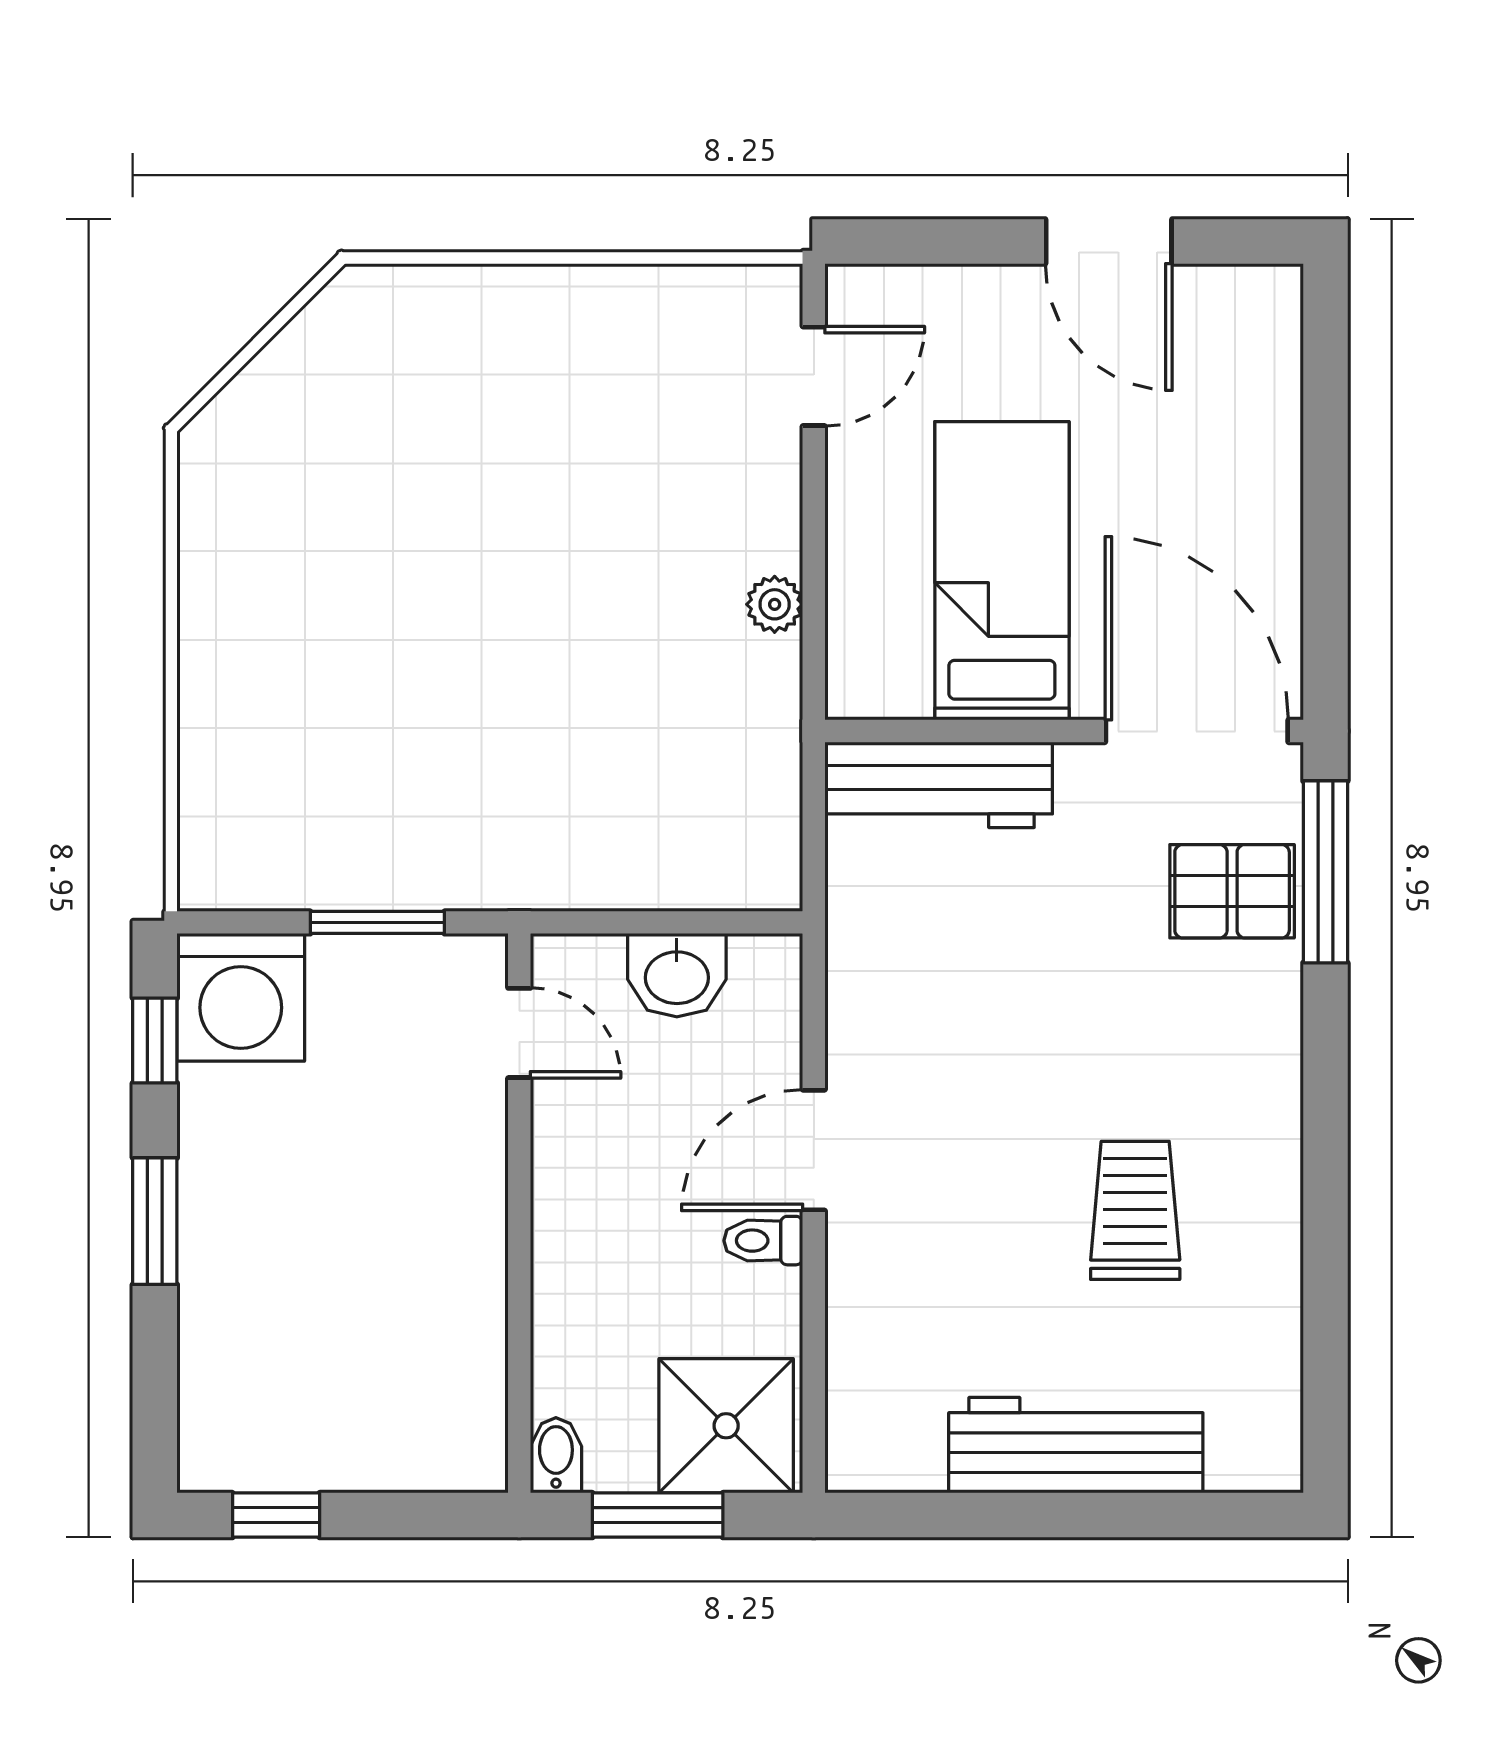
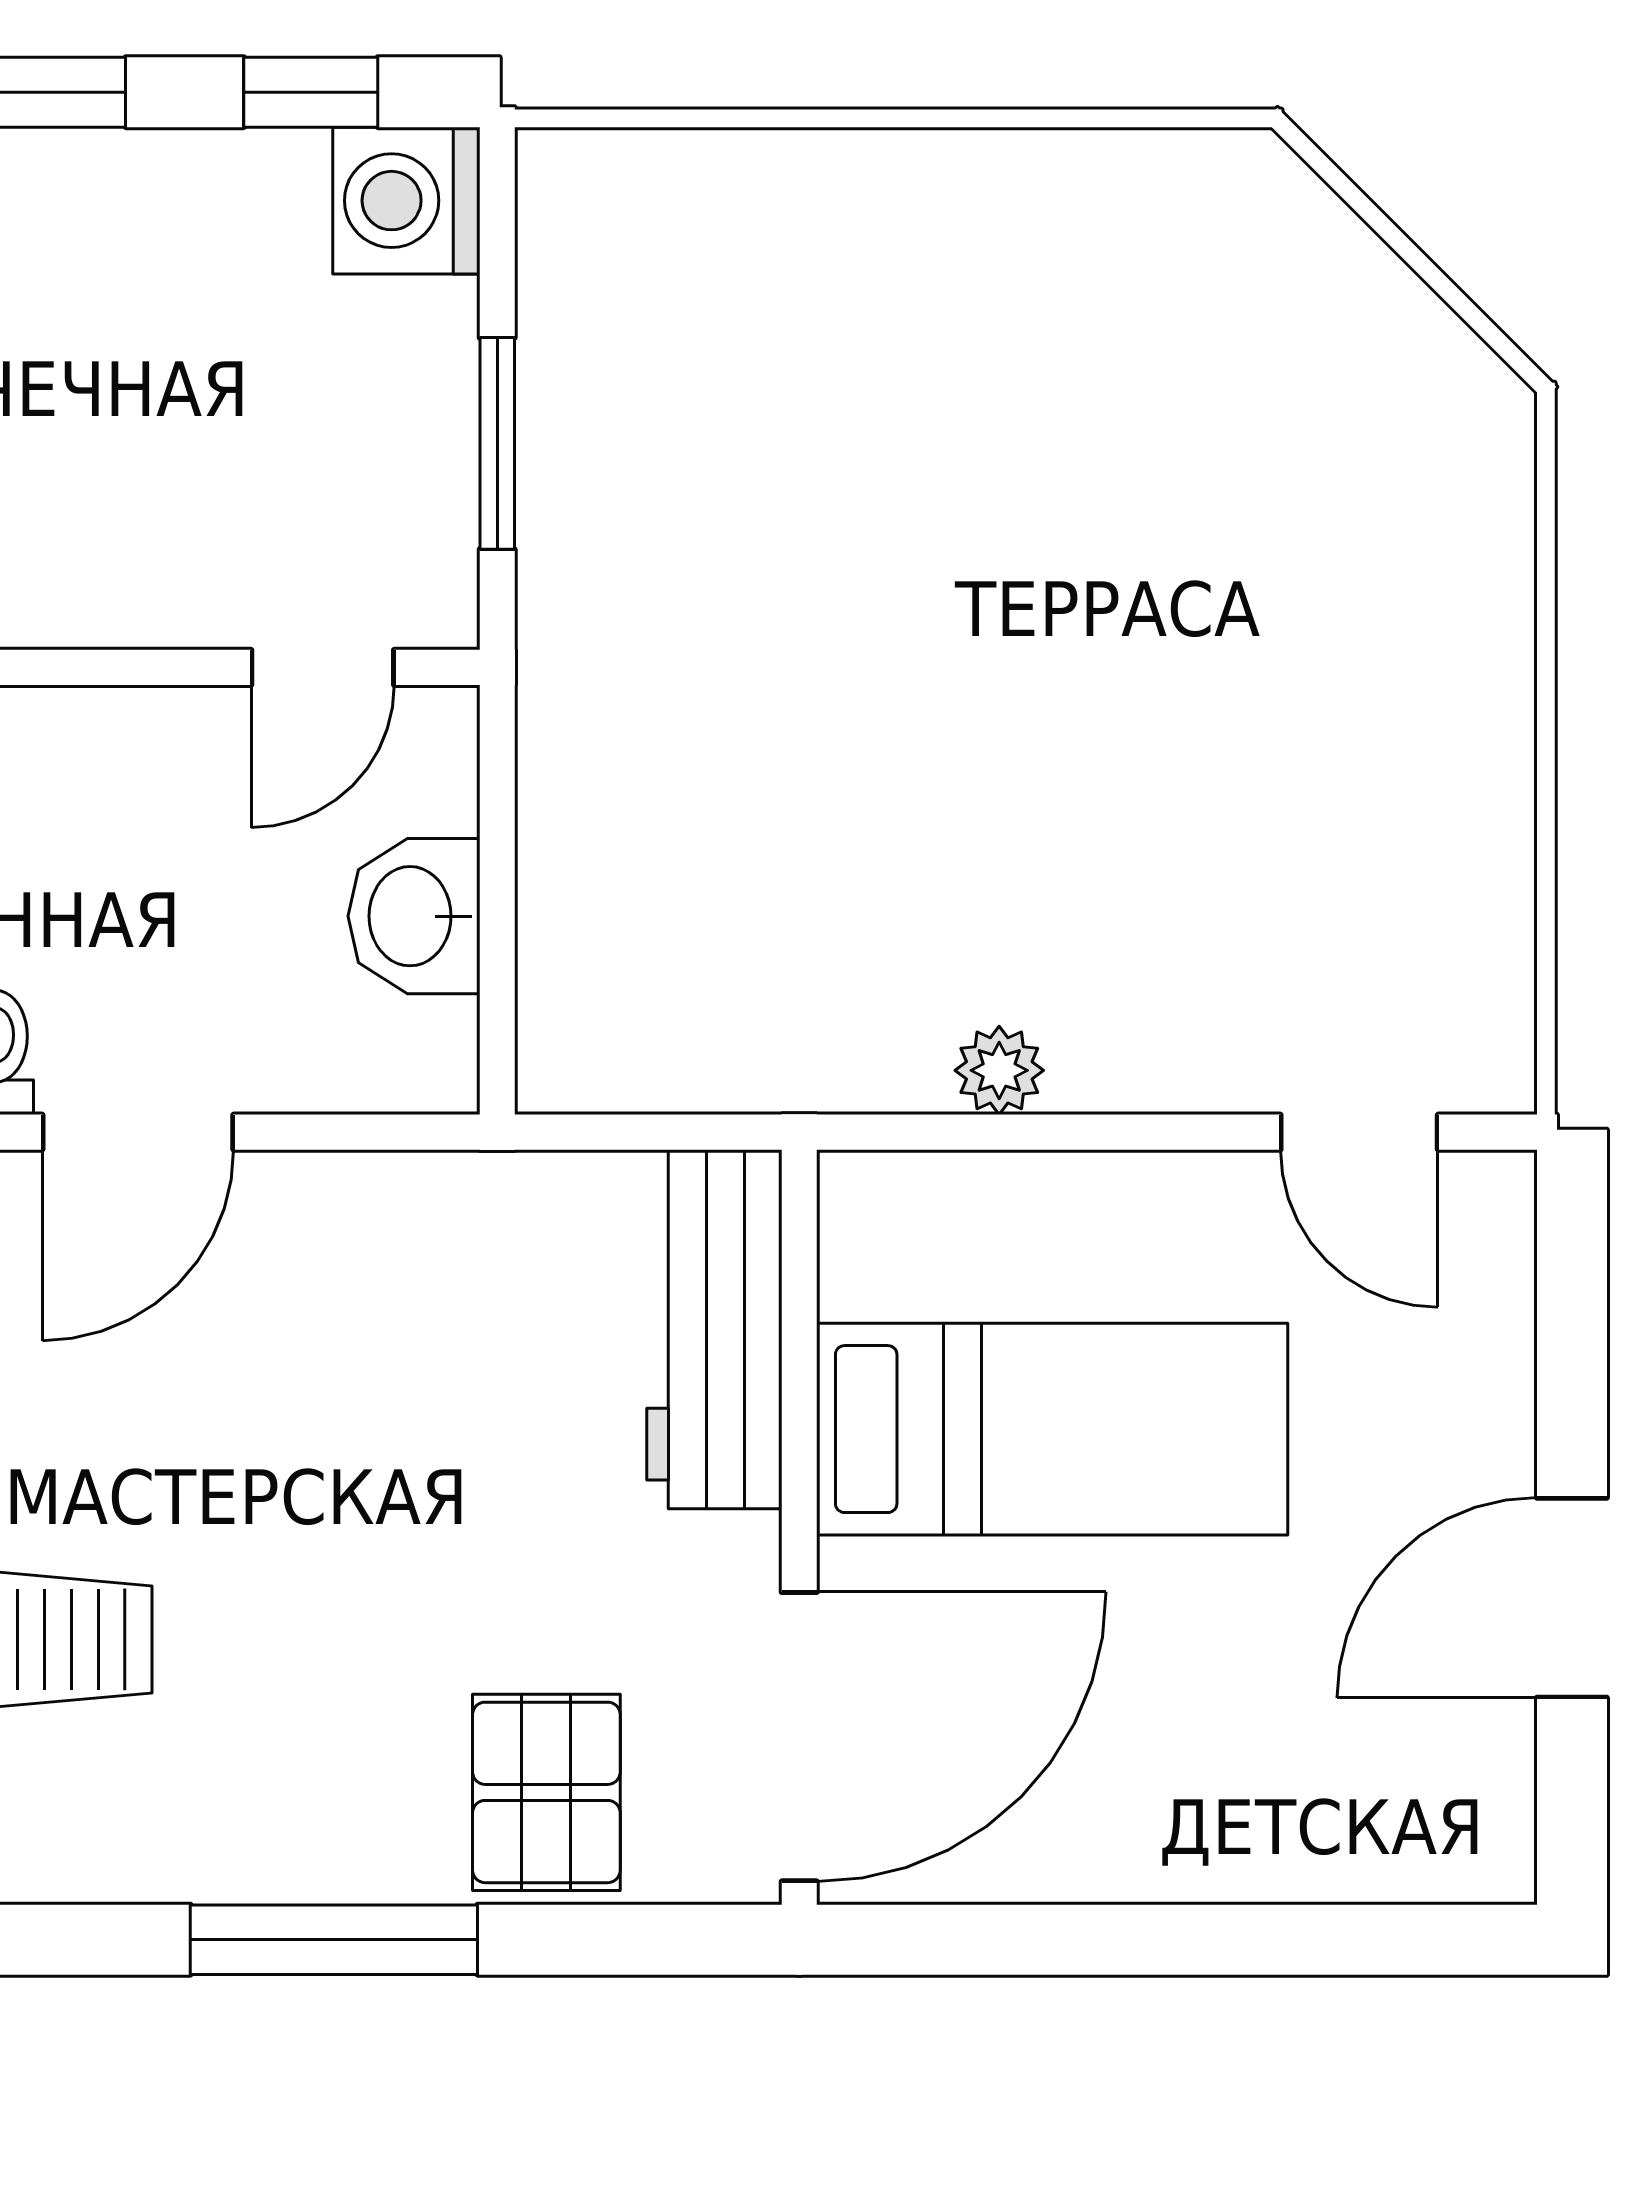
window: (1325, 872) -> (334, 1940), moved
washing machine: (241, 997) -> (406, 201), width x0.73, depth x0.73
door: (814, 1150) -> (138, 1132), swing flipped

